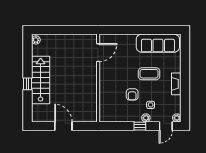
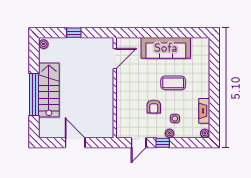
window: (62, 30) -> (74, 33), added
sofa: (158, 43) -> (166, 48), moved
window: (27, 84) -> (34, 94), width x3.17
fireplace: (176, 84) -> (204, 111), moved
door: (166, 126) -> (139, 143), moved

